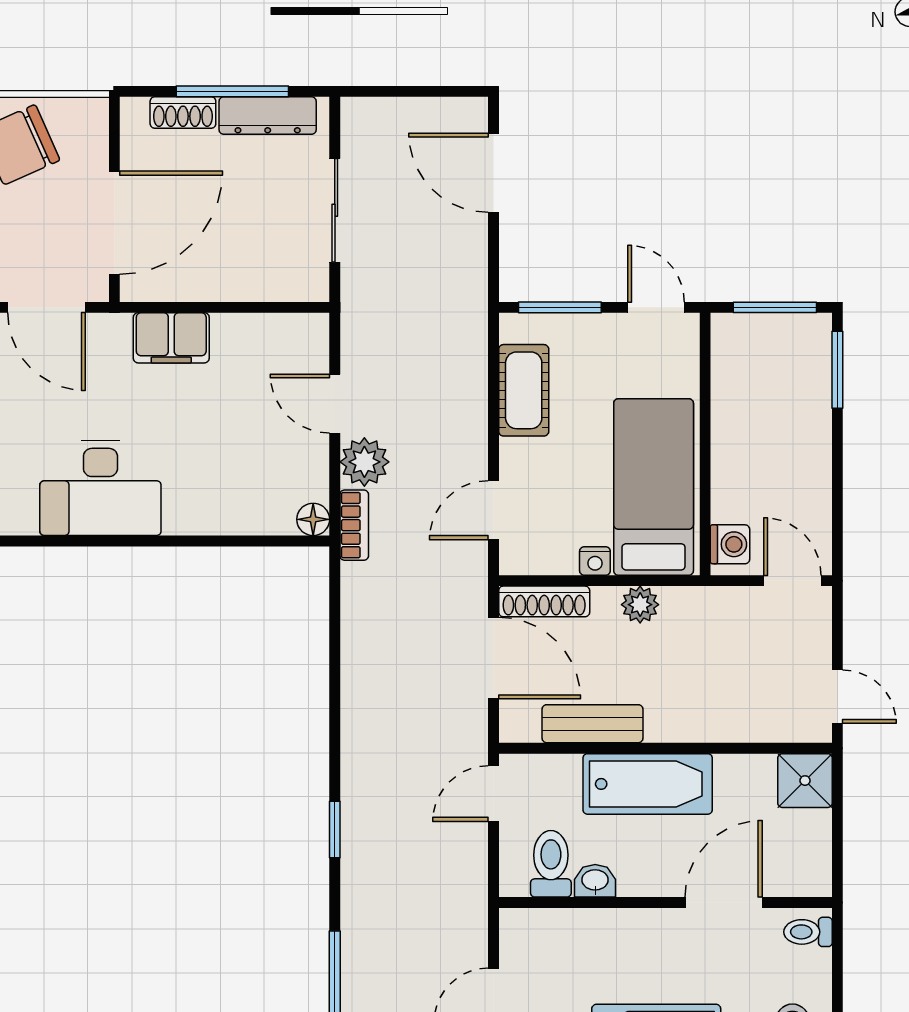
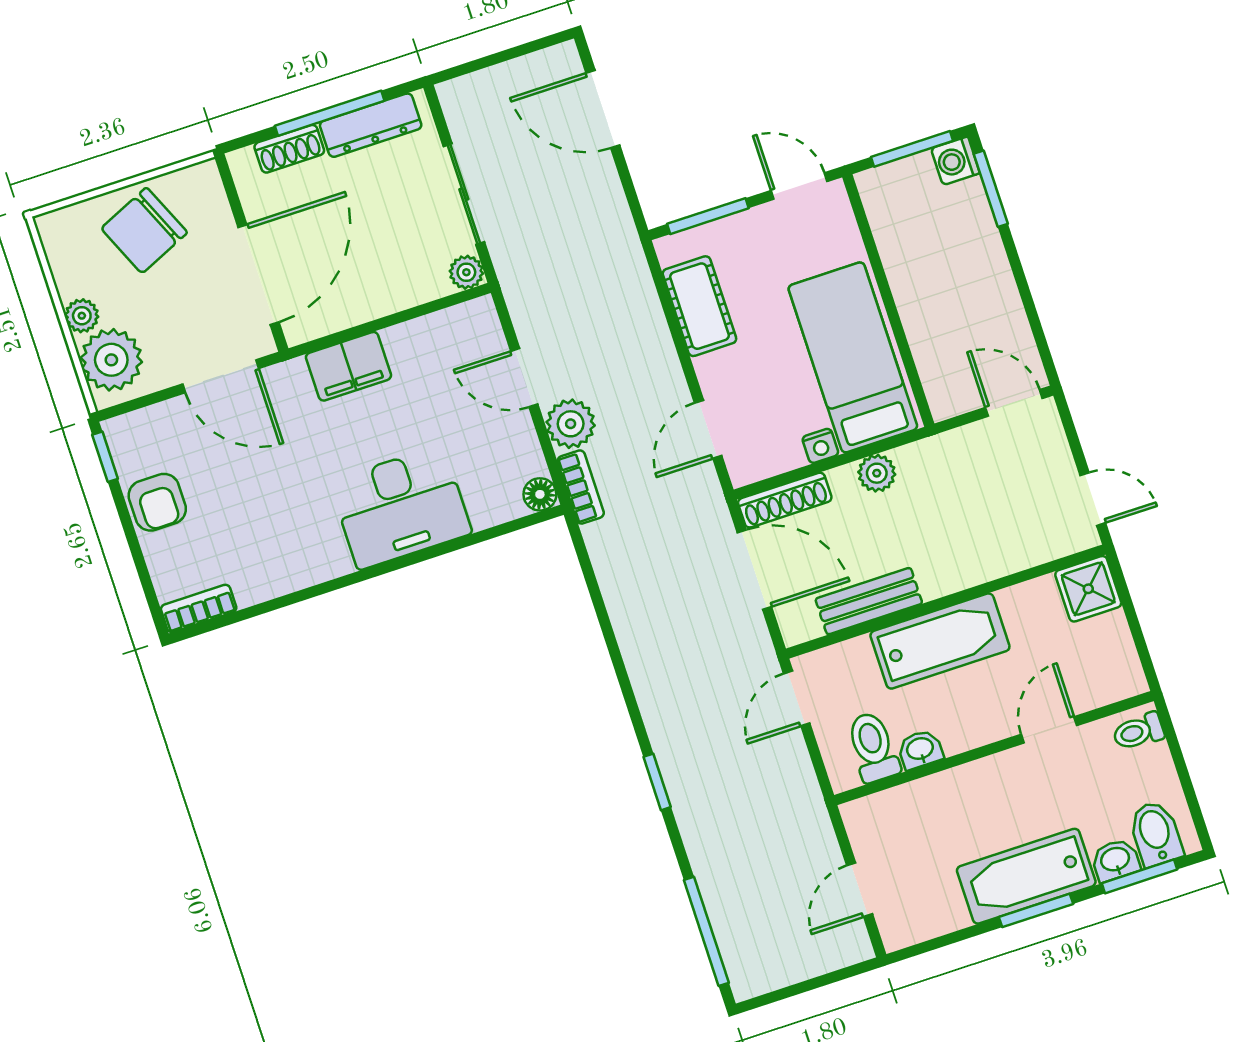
plant: (313, 285) -> (466, 272), added
desk: (100, 488) -> (401, 507), moved
washing machine: (730, 544) -> (955, 161), moved, turned 180
door: (724, 903) -> (1049, 730), width x0.73

